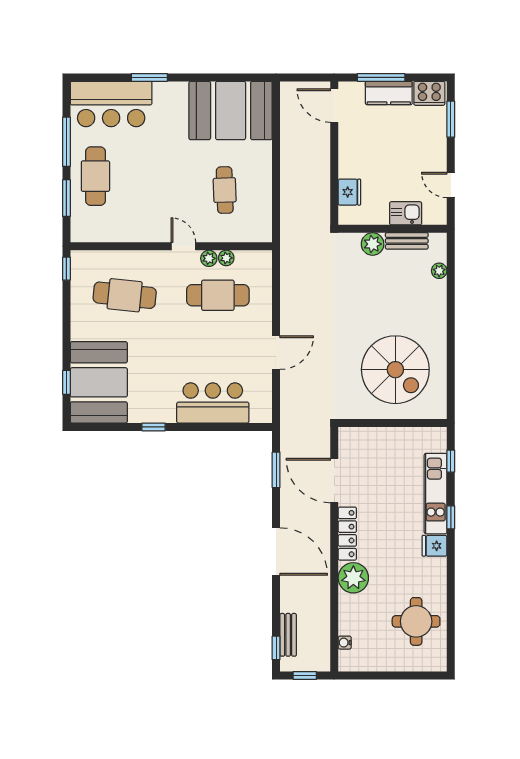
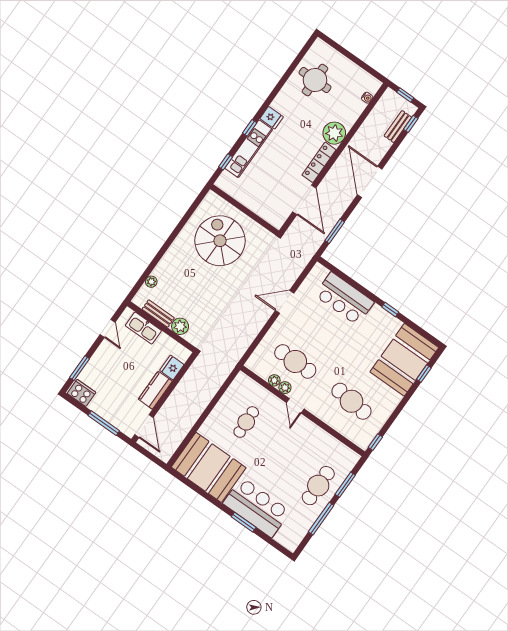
kitchen counter: (389, 93) -> (155, 390), moved, turned -90
bar counter: (111, 104) -> (257, 507), moved
kitchen sink: (406, 213) -> (143, 328), width x1.38

